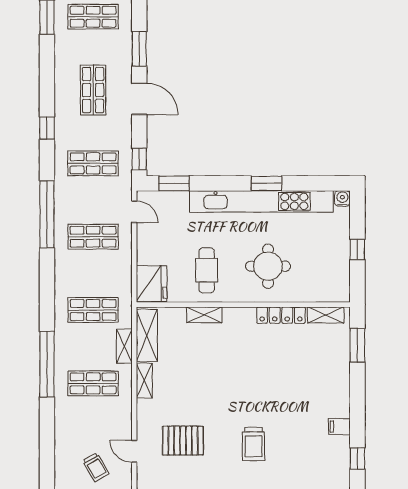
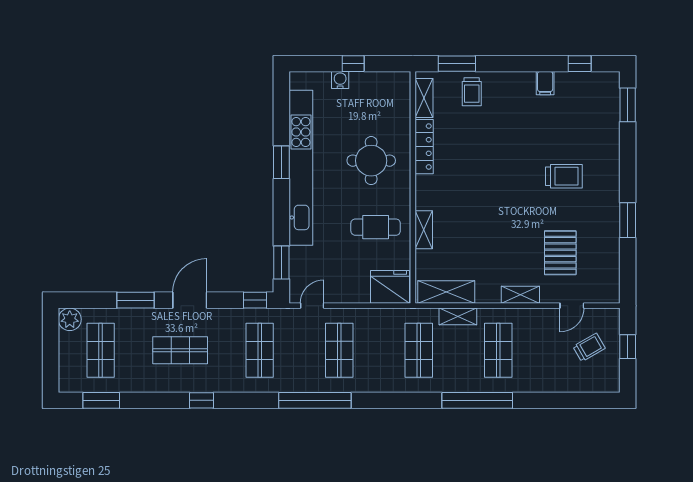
window: (47, 128) -> (201, 400), moved
water cooler: (342, 198) -> (340, 80), moved, turned 90
trolley: (332, 359) -> (472, 92), added
shelving: (144, 381) -> (520, 295), moved

